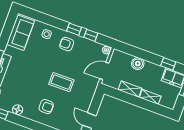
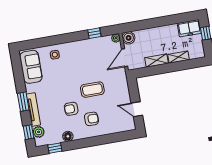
window: (74, 29) -> (76, 36), removed
armchair: (67, 44) -> (71, 109), moved
boiler: (138, 64) -> (129, 38), moved
window: (168, 64) -> (177, 19), removed

